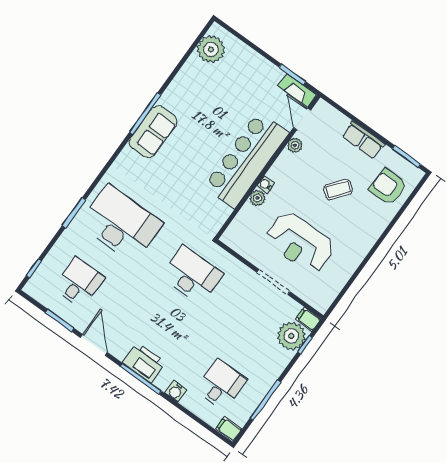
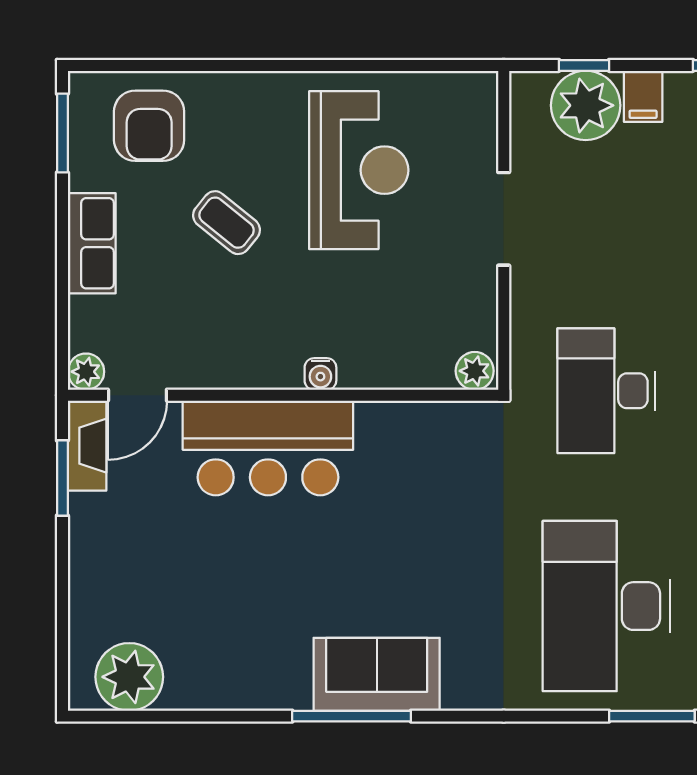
plant: (295, 145) -> (86, 372), moved
bar counter: (246, 160) -> (268, 448), width x0.73
plant: (258, 198) -> (475, 371), moved
reception desk: (300, 242) -> (359, 170), moved
filing cabinet: (308, 319) -> (643, 96), moved

